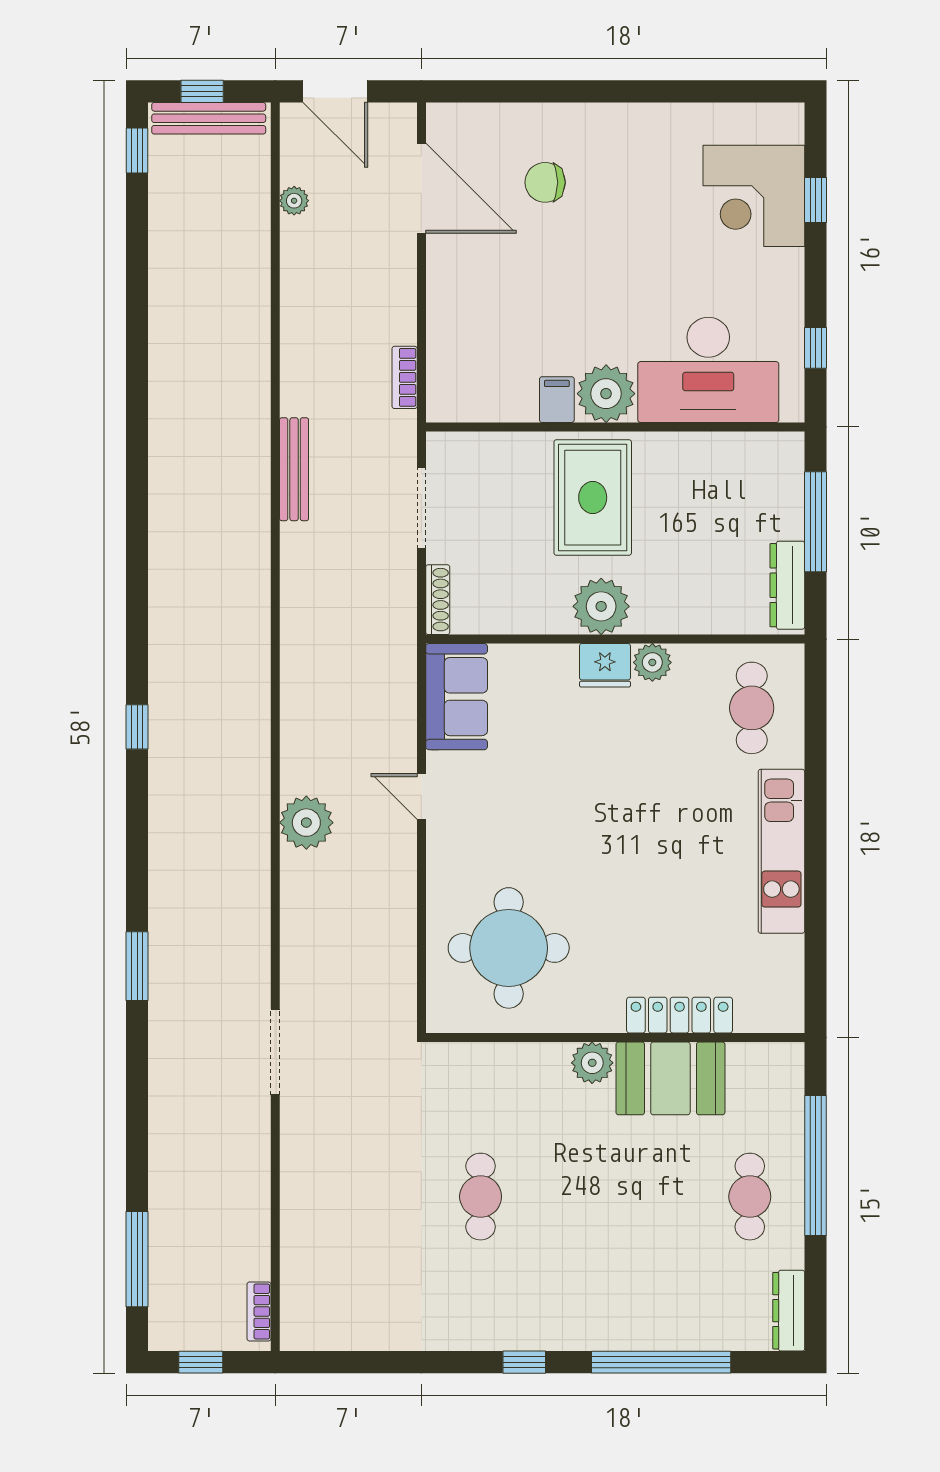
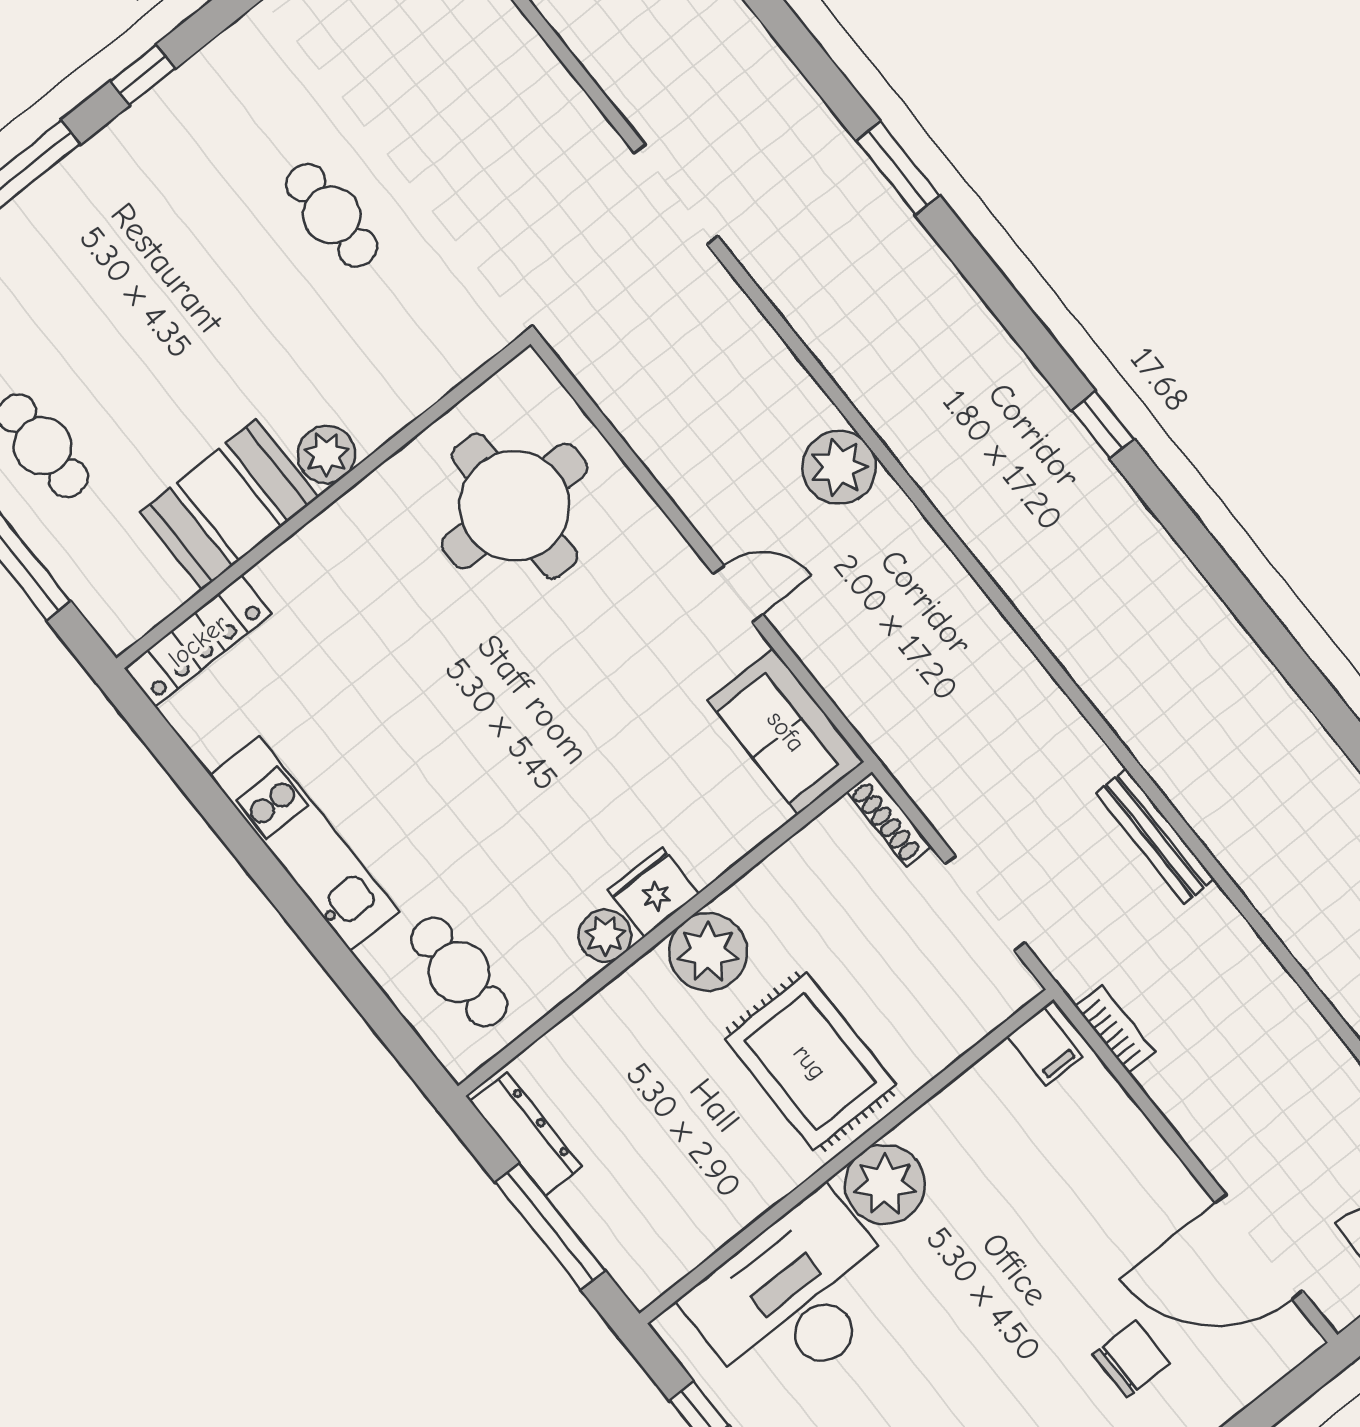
filing cabinet: (557, 400) -> (1045, 1046), moved
locker: (680, 1015) -> (198, 641), moved

